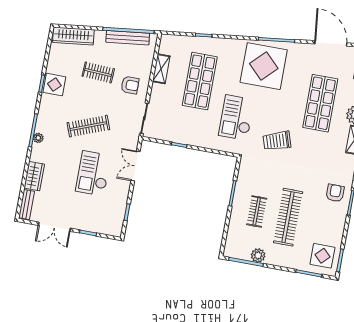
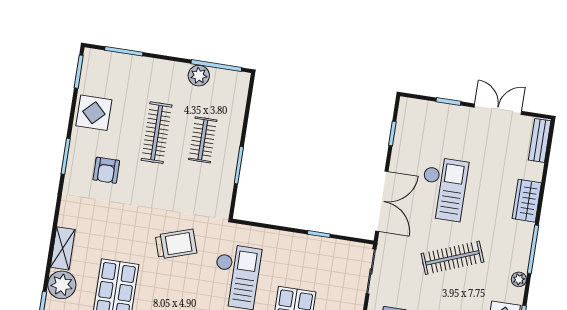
plant: (38, 138) -> (519, 279), moved
double door: (135, 166) -> (382, 201), width x1.37
wardrobe: (34, 176) -> (527, 201), moved
armchair: (335, 193) -> (106, 170), moved
clothes rail: (288, 217) -> (157, 133), width x0.73, depth x0.76
display table: (322, 256) -> (94, 113), moved

